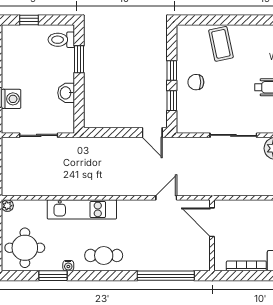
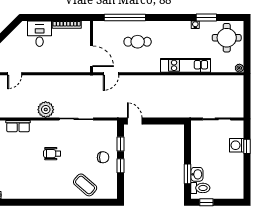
window: (29, 20) -> (206, 202), moved
coffee table: (221, 44) -> (85, 185), turned -37
washbasin: (66, 93) -> (197, 174), moved
door: (166, 198) -> (111, 74), moved
cafe table: (104, 255) -> (138, 42), moved

